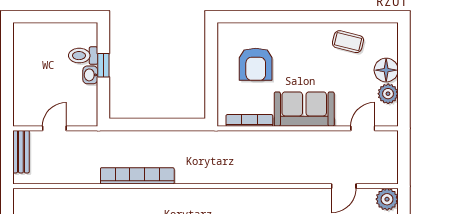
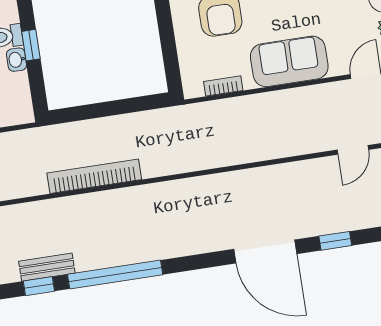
bookcase: (249, 120) -> (223, 86), width x0.64

